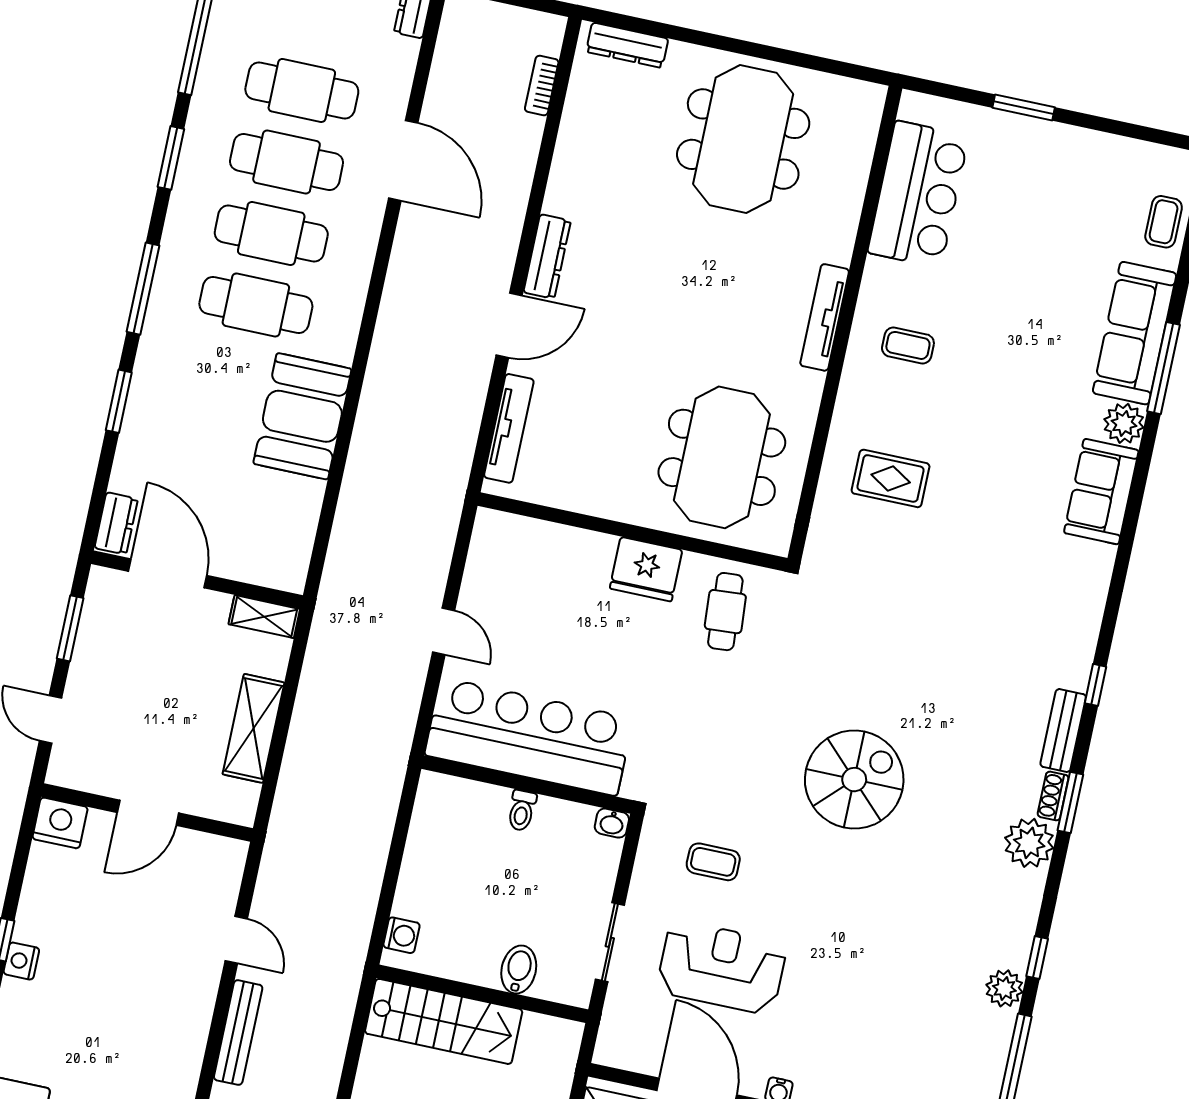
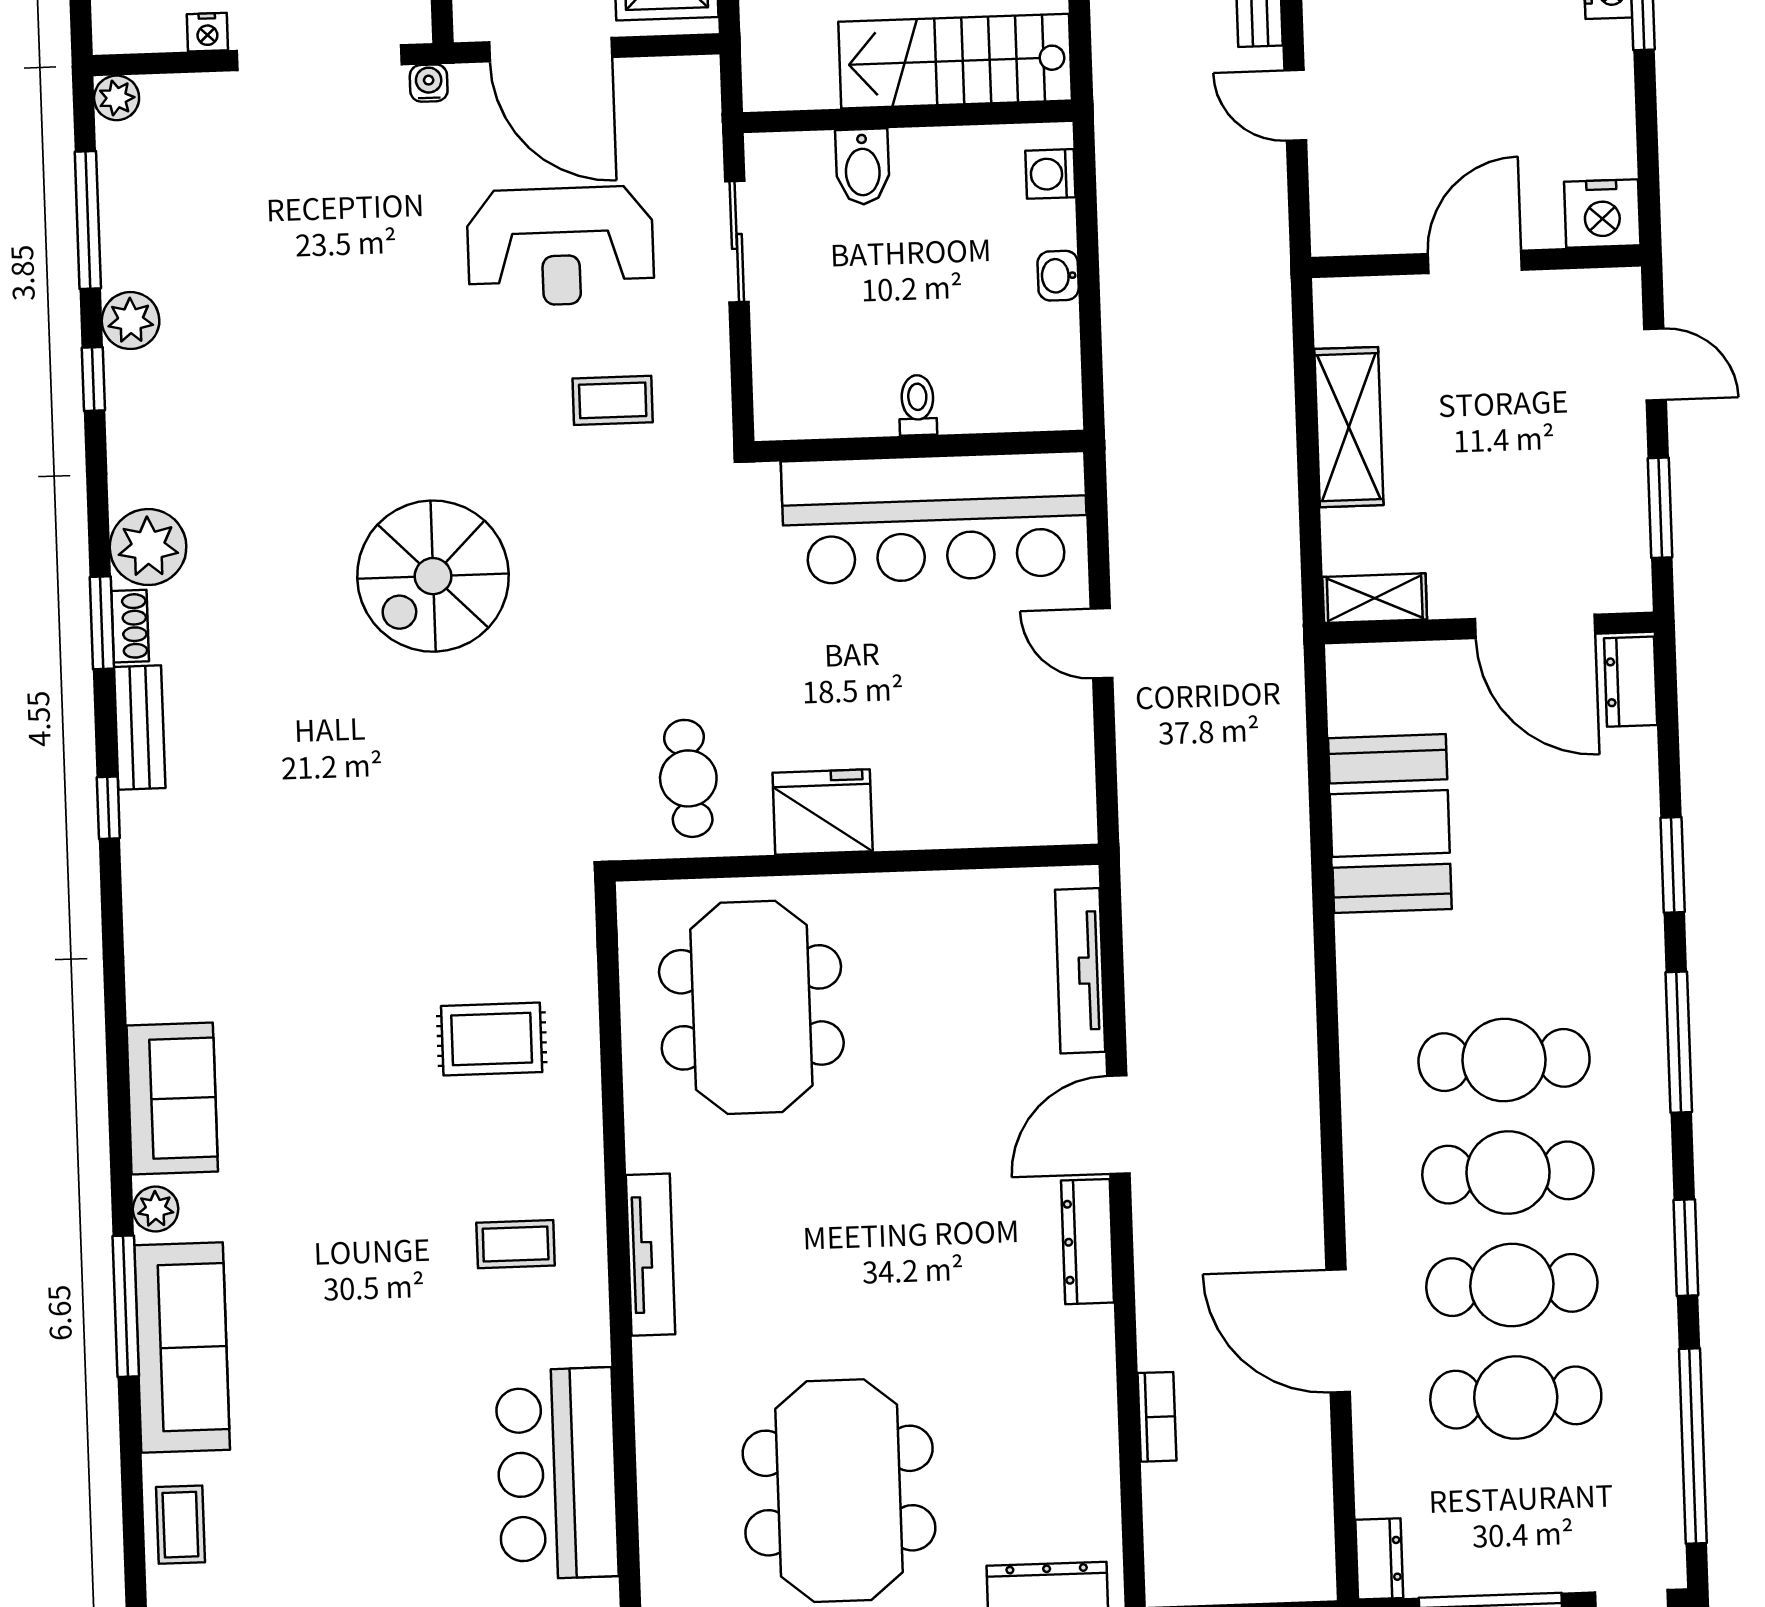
bookcase: (542, 86) -> (1157, 1417), moved
booth: (302, 416) -> (1390, 824), moved
plant: (1124, 423) -> (156, 1209), width x0.73, depth x0.73
washbasin: (612, 823) -> (1058, 276), moved, turned -90

